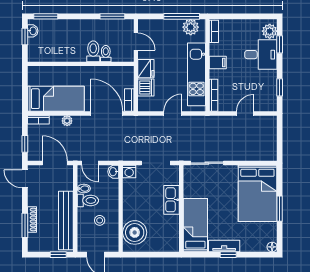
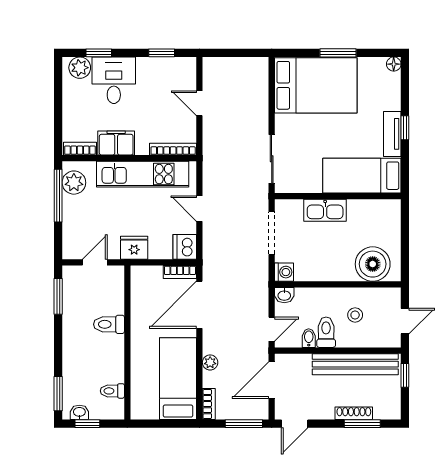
toilet: (106, 54) -> (112, 391), moved
filing cabinet: (218, 63) -> (116, 143), width x2.00
dishwasher: (146, 87) -> (185, 247), moved, turned -90
window: (25, 144) -> (244, 424), width x1.50

